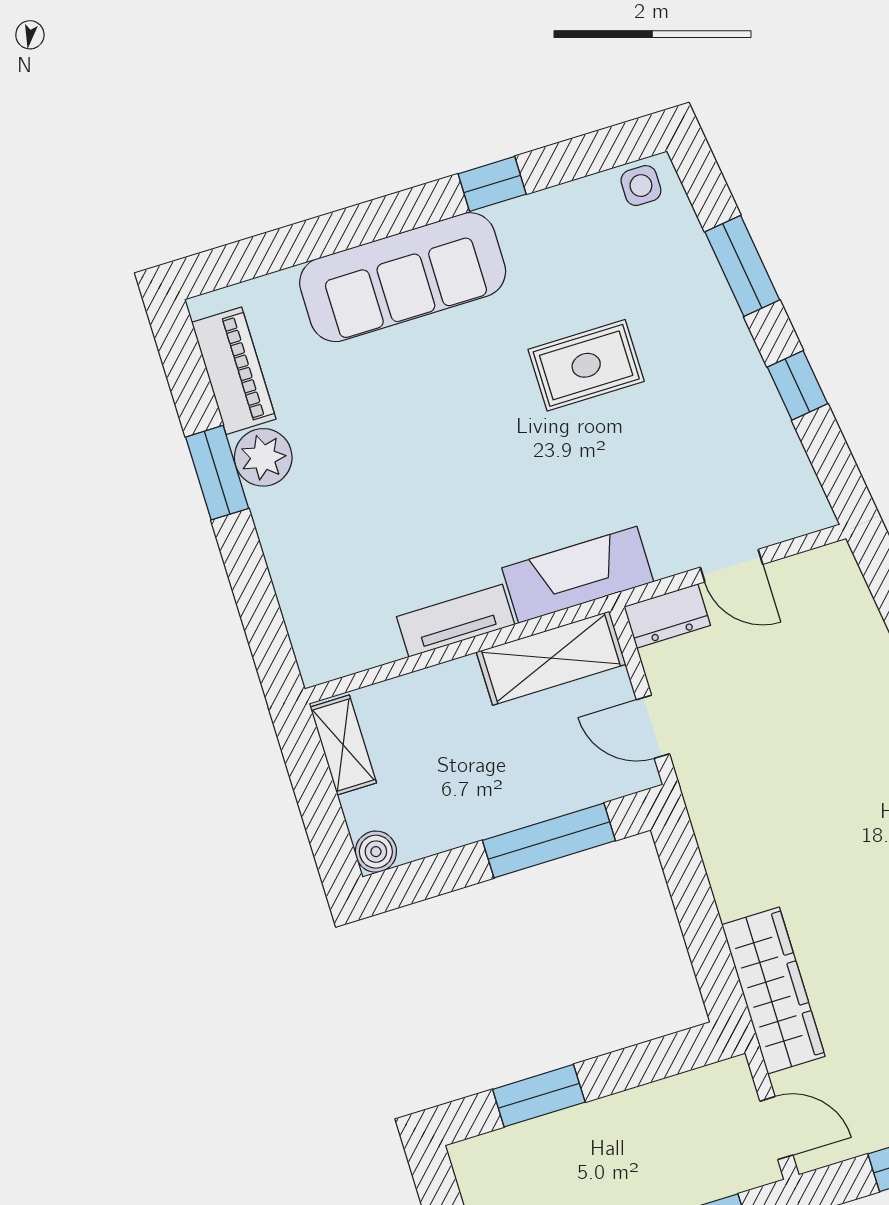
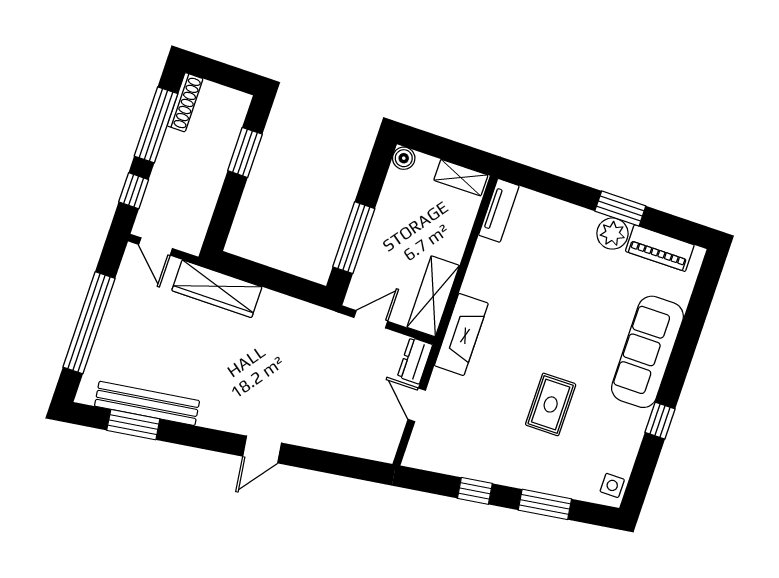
door: (731, 566) -> (417, 405), hinge flipped
tv unit: (456, 621) -> (499, 210), moved
door: (776, 1128) -> (156, 246), hinge flipped

